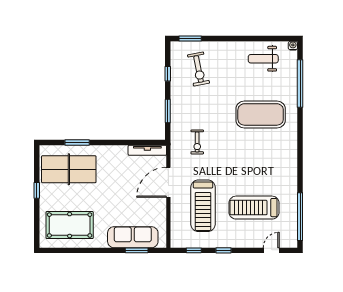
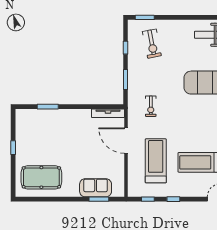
table tennis table: (69, 169) -> (41, 130), removed
door: (168, 182) -> (126, 141), hinge flipped
treadmill: (203, 206) -> (156, 161), turned 180
sofa: (133, 237) -> (96, 188), width x0.73

